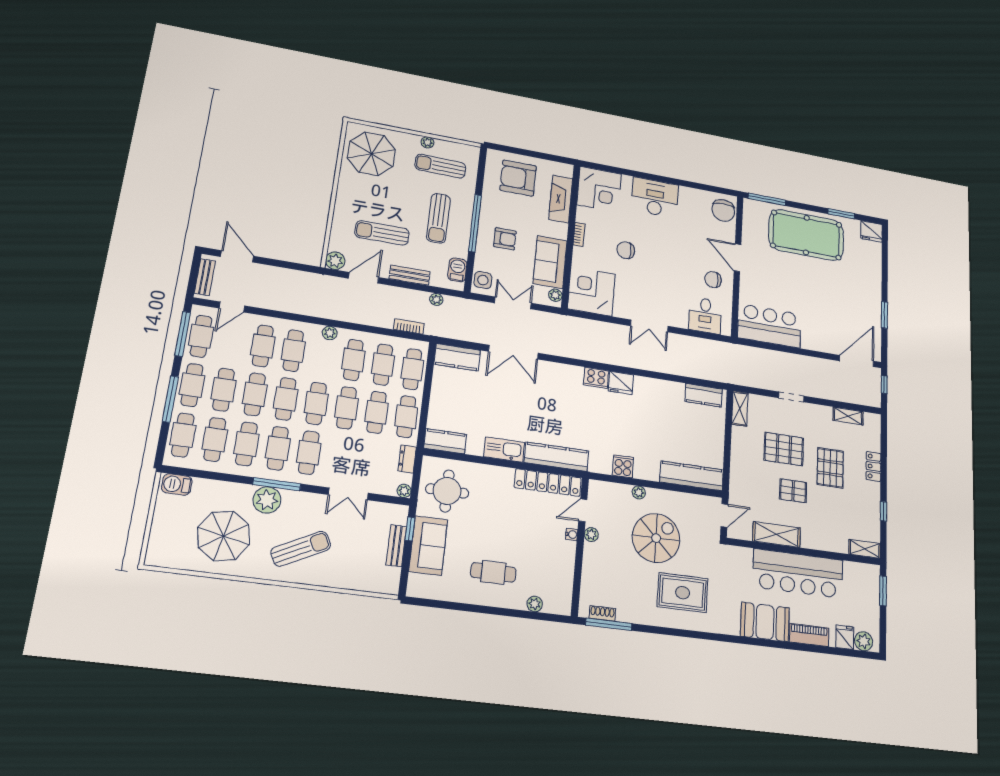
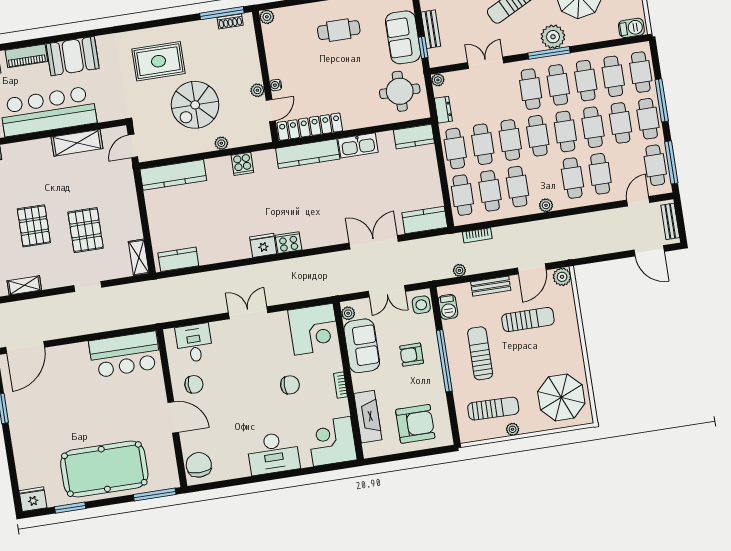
pallet: (784, 449) -> (86, 230), turned 90
pallet: (793, 491) -> (68, 191), removed
plant: (535, 604) -> (267, 17), moved

